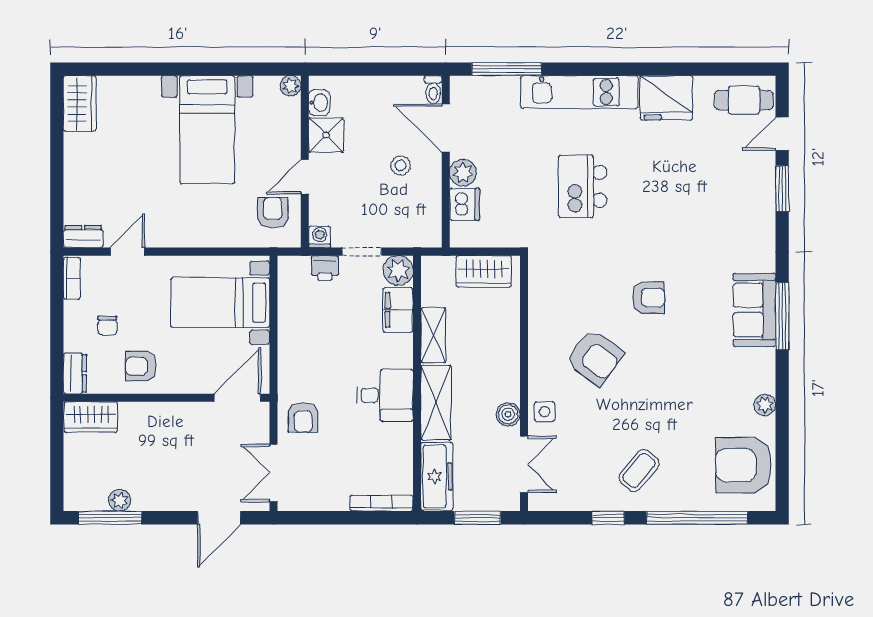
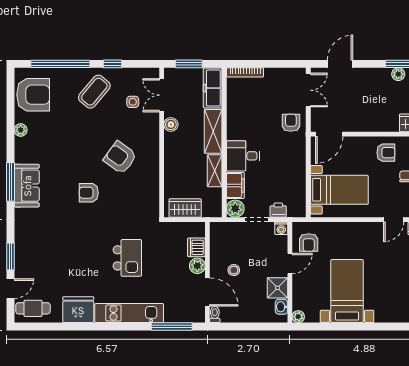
desk: (385, 395) -> (243, 156), moved
side table: (545, 412) -> (133, 102), moved
coffee table: (639, 470) -> (94, 92), width x1.36, depth x1.30

